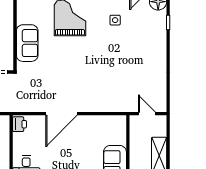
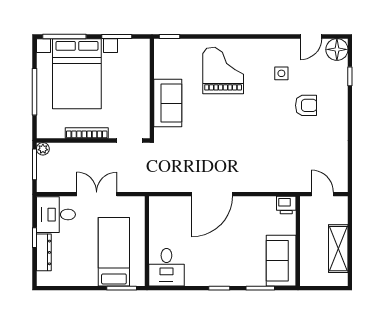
armchair: (134, 45) -> (306, 105), added
printer: (19, 124) -> (286, 205), moved, turned 90

